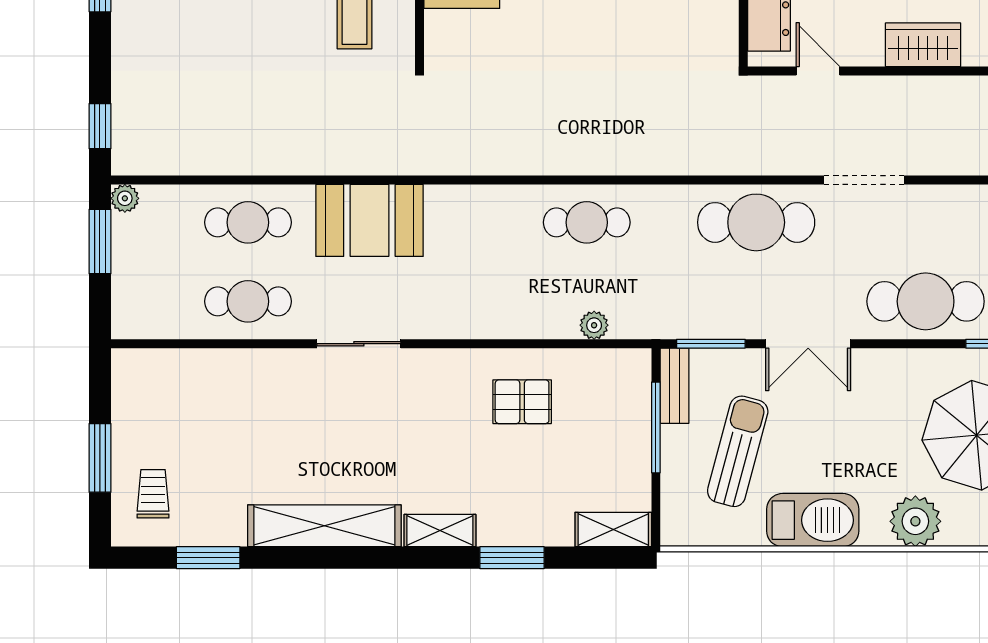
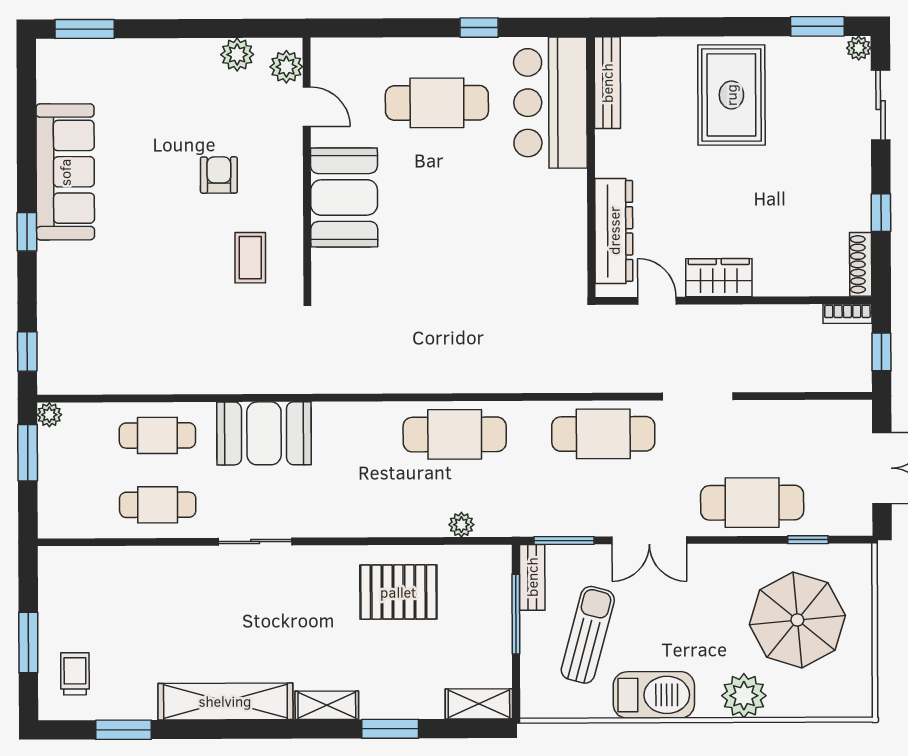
wardrobe: (923, 45) -> (719, 278), moved
cafe table: (587, 222) -> (455, 434), width x1.37, depth x1.35
pallet: (522, 402) -> (398, 592), width x1.50, depth x1.42

